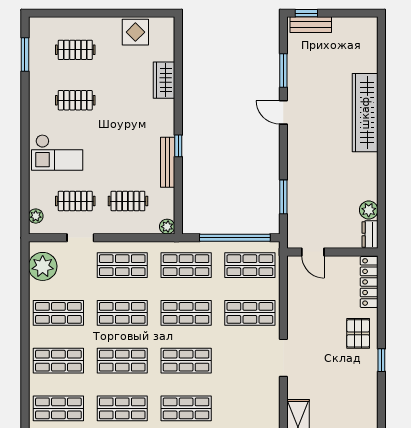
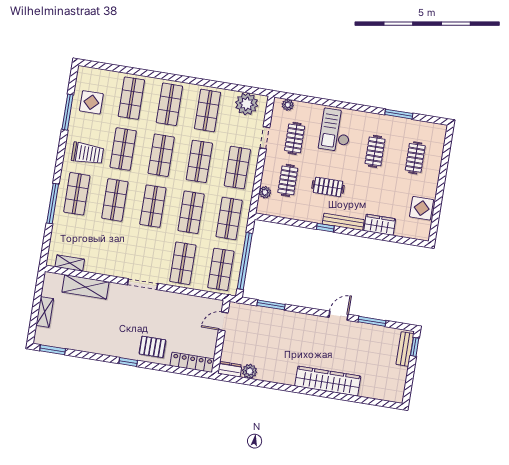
window: (25, 54) -> (399, 114), moved
clothes rail: (128, 151) -> (328, 187), added
bench: (168, 162) -> (343, 222), moved
plant: (167, 227) -> (265, 192), moved

